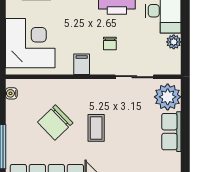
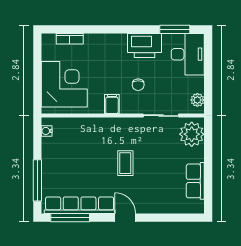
plant: (174, 42) -> (197, 100), moved
chair: (55, 122) -> (87, 158), removed
row of seats: (171, 132) -> (195, 181), moved

